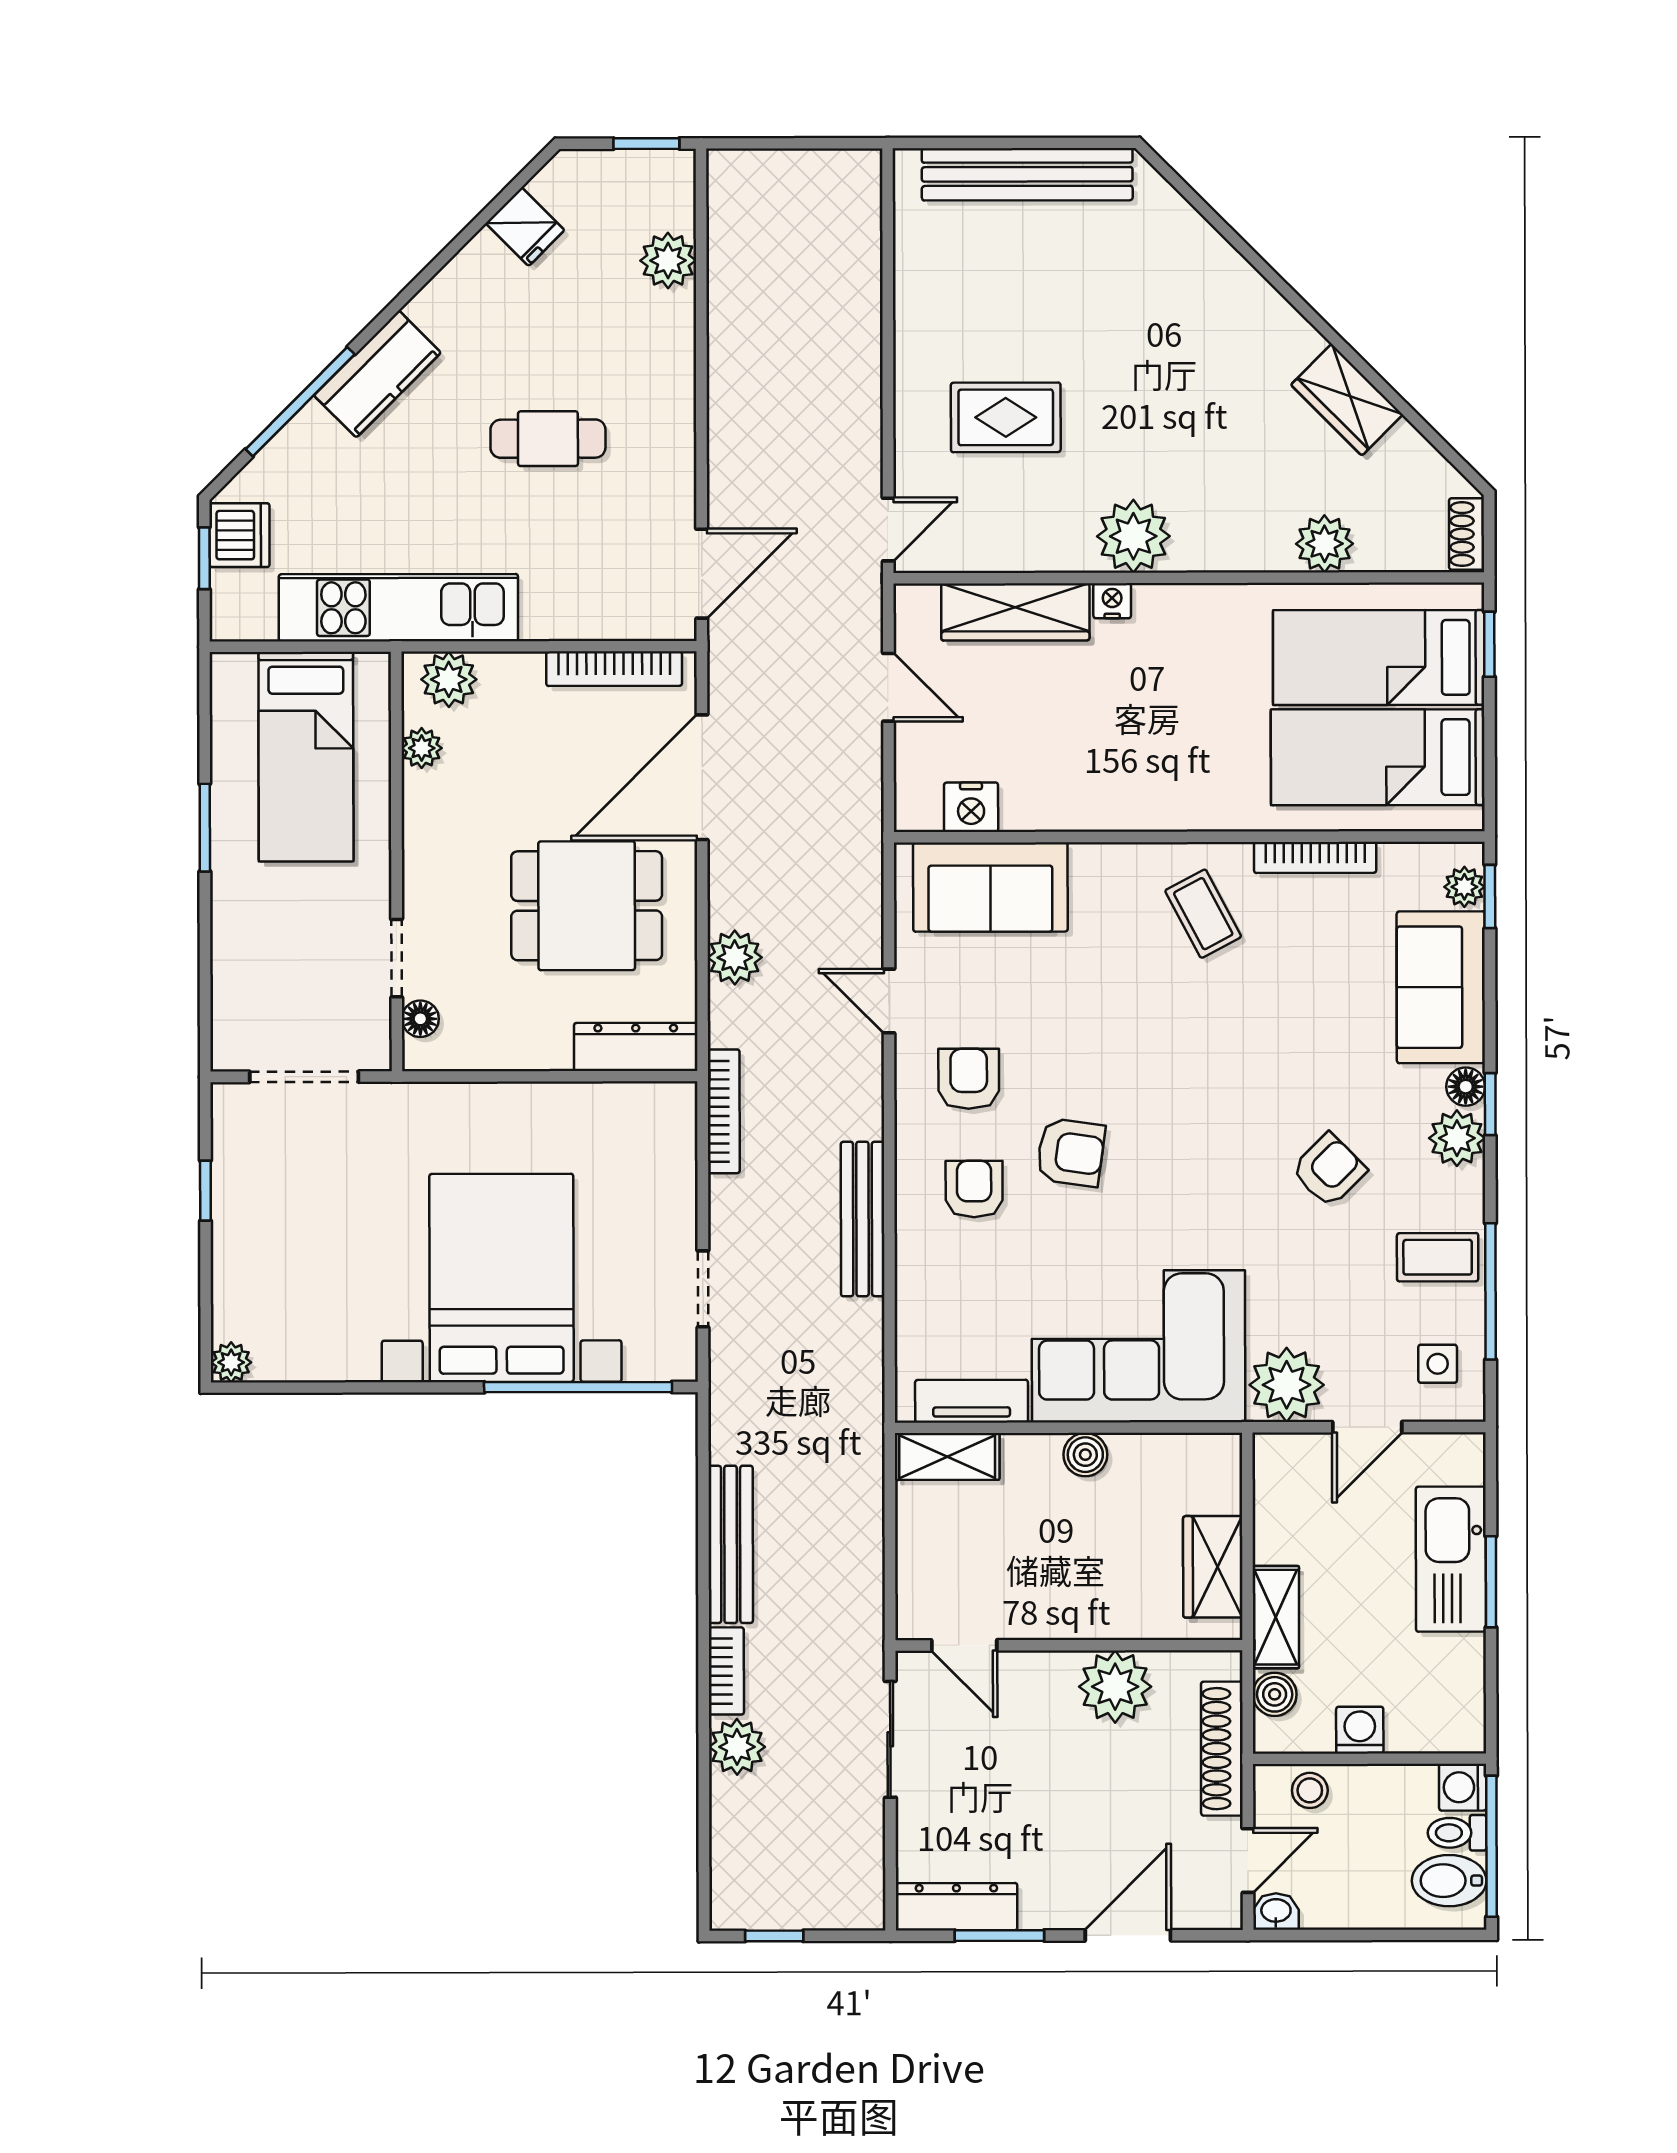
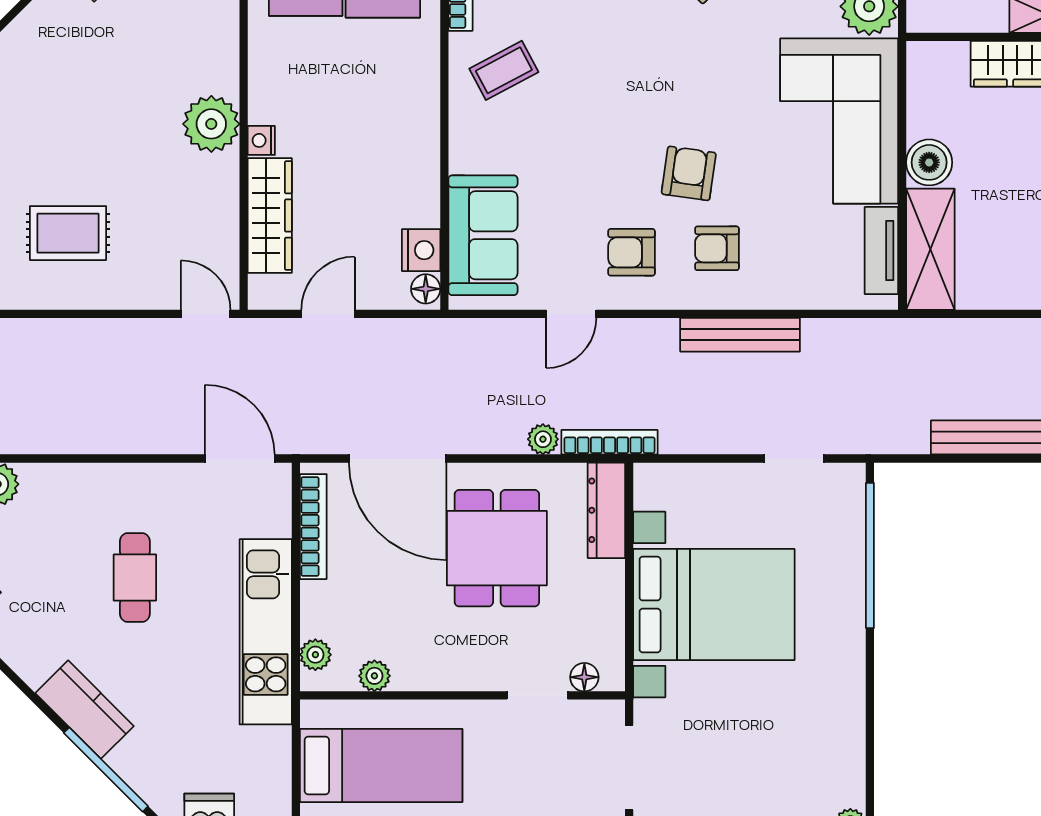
rug: (1006, 417) -> (68, 233), moved, turned 90
kitchen unit: (398, 608) -> (266, 632), moved
plant: (449, 679) -> (315, 655), width x0.73, depth x0.73
floor lamp: (921, 813) -> (426, 289), added
plant: (735, 957) -> (543, 439), width x0.73, depth x0.73
bookcase: (724, 1111) -> (609, 442), moved
bed with nightstands: (501, 1278) -> (714, 605), moved, turned 180
boiler: (1085, 1455) -> (929, 162), width x1.36, depth x1.36
shelving: (947, 1457) -> (930, 249), width x1.50, depth x1.33

